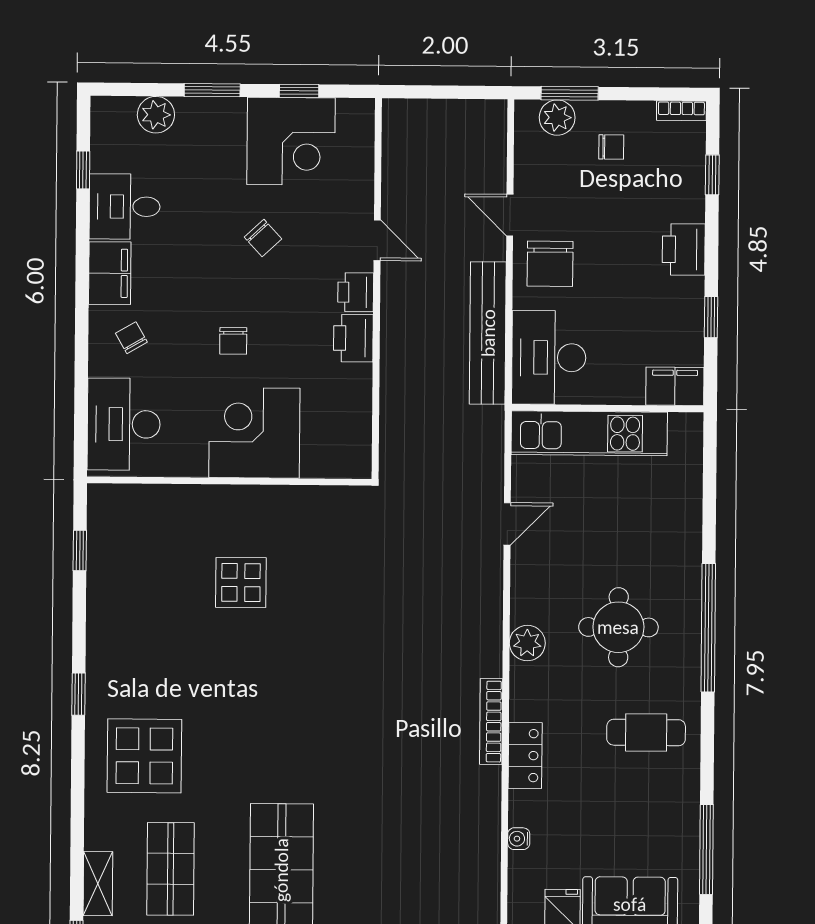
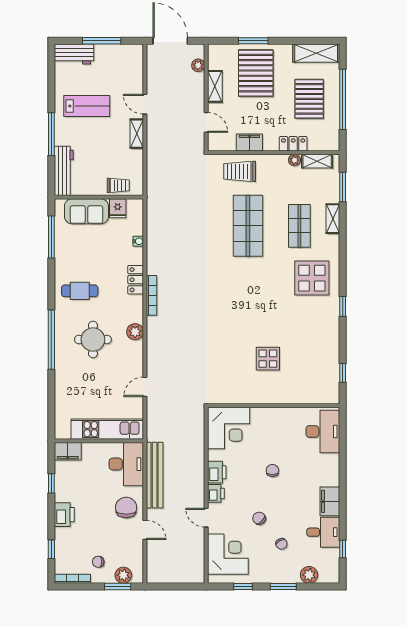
bookcase: (681, 111) -> (72, 579), width x1.56
corner desk: (291, 141) -> (228, 554), moved, turned 90
chair: (131, 338) -> (281, 544), moved
corner desk: (254, 433) -> (229, 428), moved

